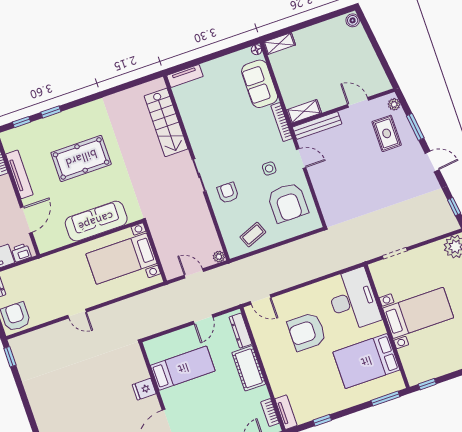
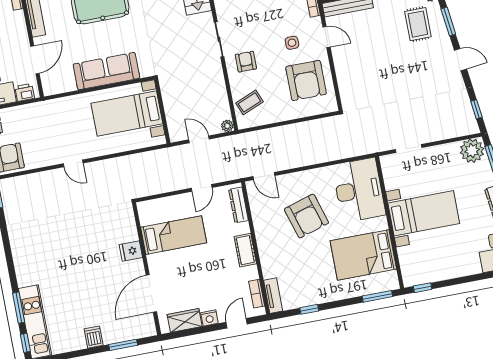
coffee table: (253, 235) -> (249, 102), moved
armchair: (307, 332) -> (306, 216), turned -107
cot: (249, 368) -> (245, 250), width x0.73, depth x0.75

